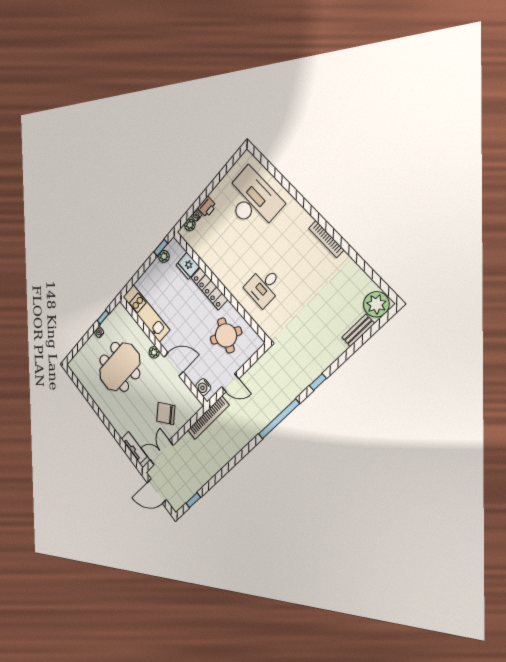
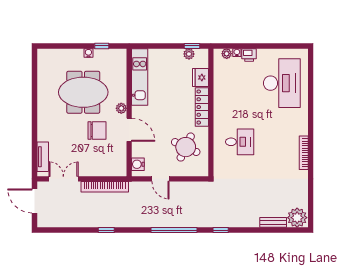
desk: (264, 287) -> (240, 142), turned 180
chair: (166, 413) -> (97, 131), moved, turned 130
bookcase: (208, 418) -> (105, 187), moved
window: (193, 500) -> (106, 230), moved

